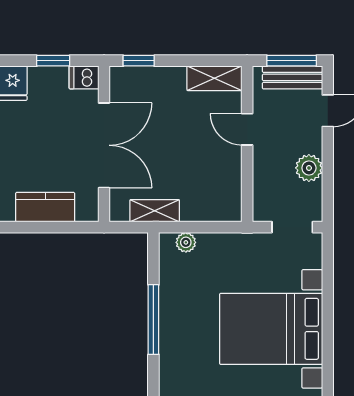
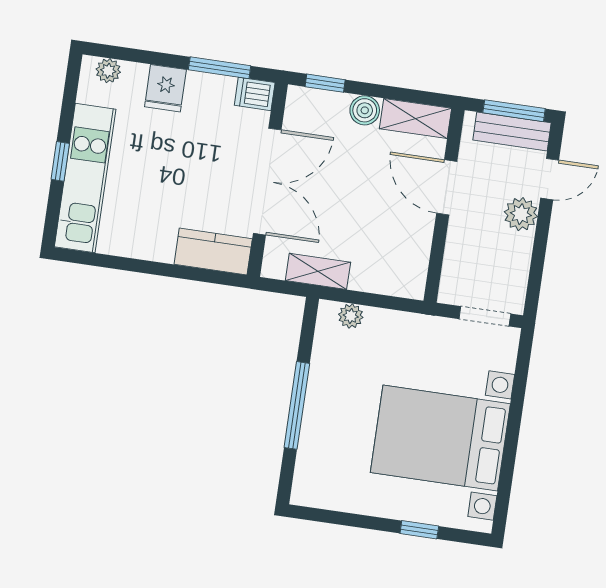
window: (53, 61) -> (220, 68), width x1.50
boiler: (173, 78) -> (365, 110), added
door: (247, 129) -> (447, 187), width x1.38
plant: (309, 168) -> (521, 214), moved
kitchen counter: (45, 207) -> (213, 252), moved

